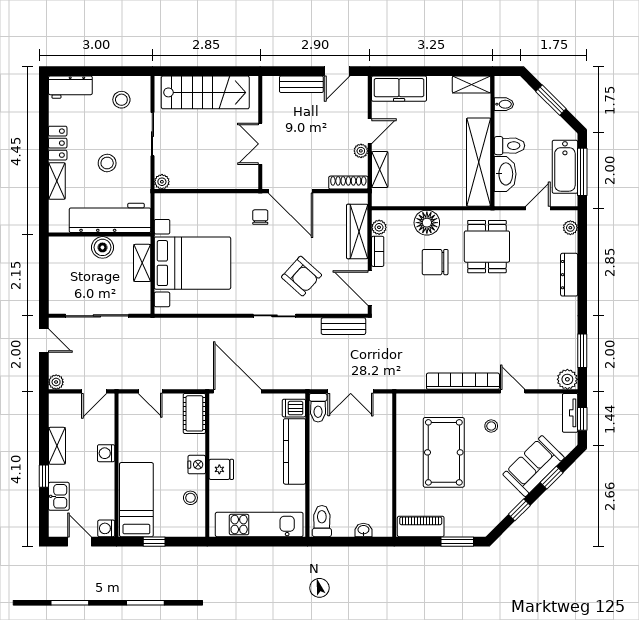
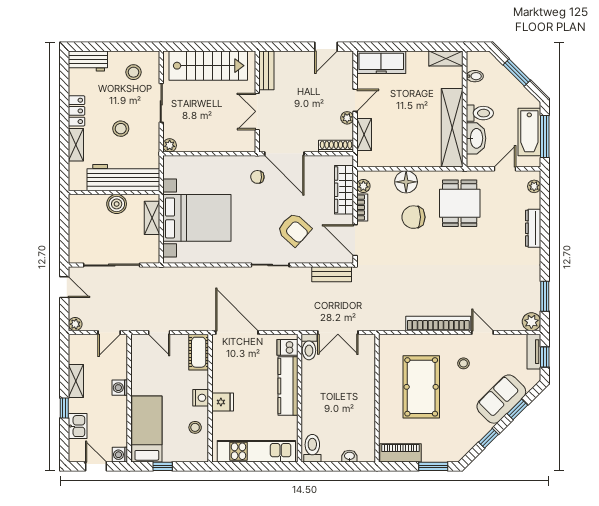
bench: (301, 84) -> (266, 70), moved, turned 90
chair: (260, 217) -> (257, 177), turned -86

